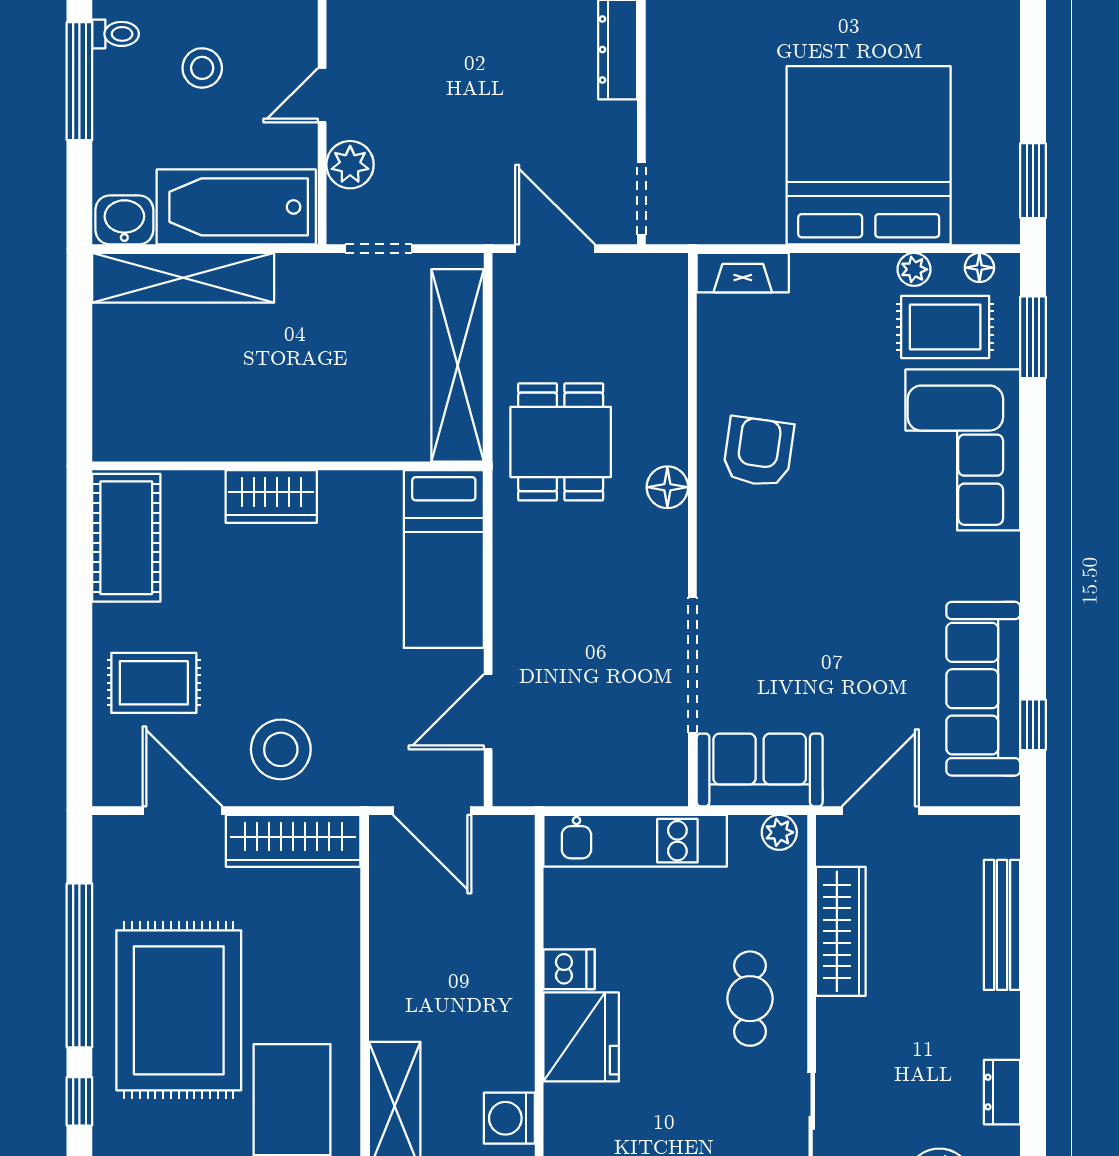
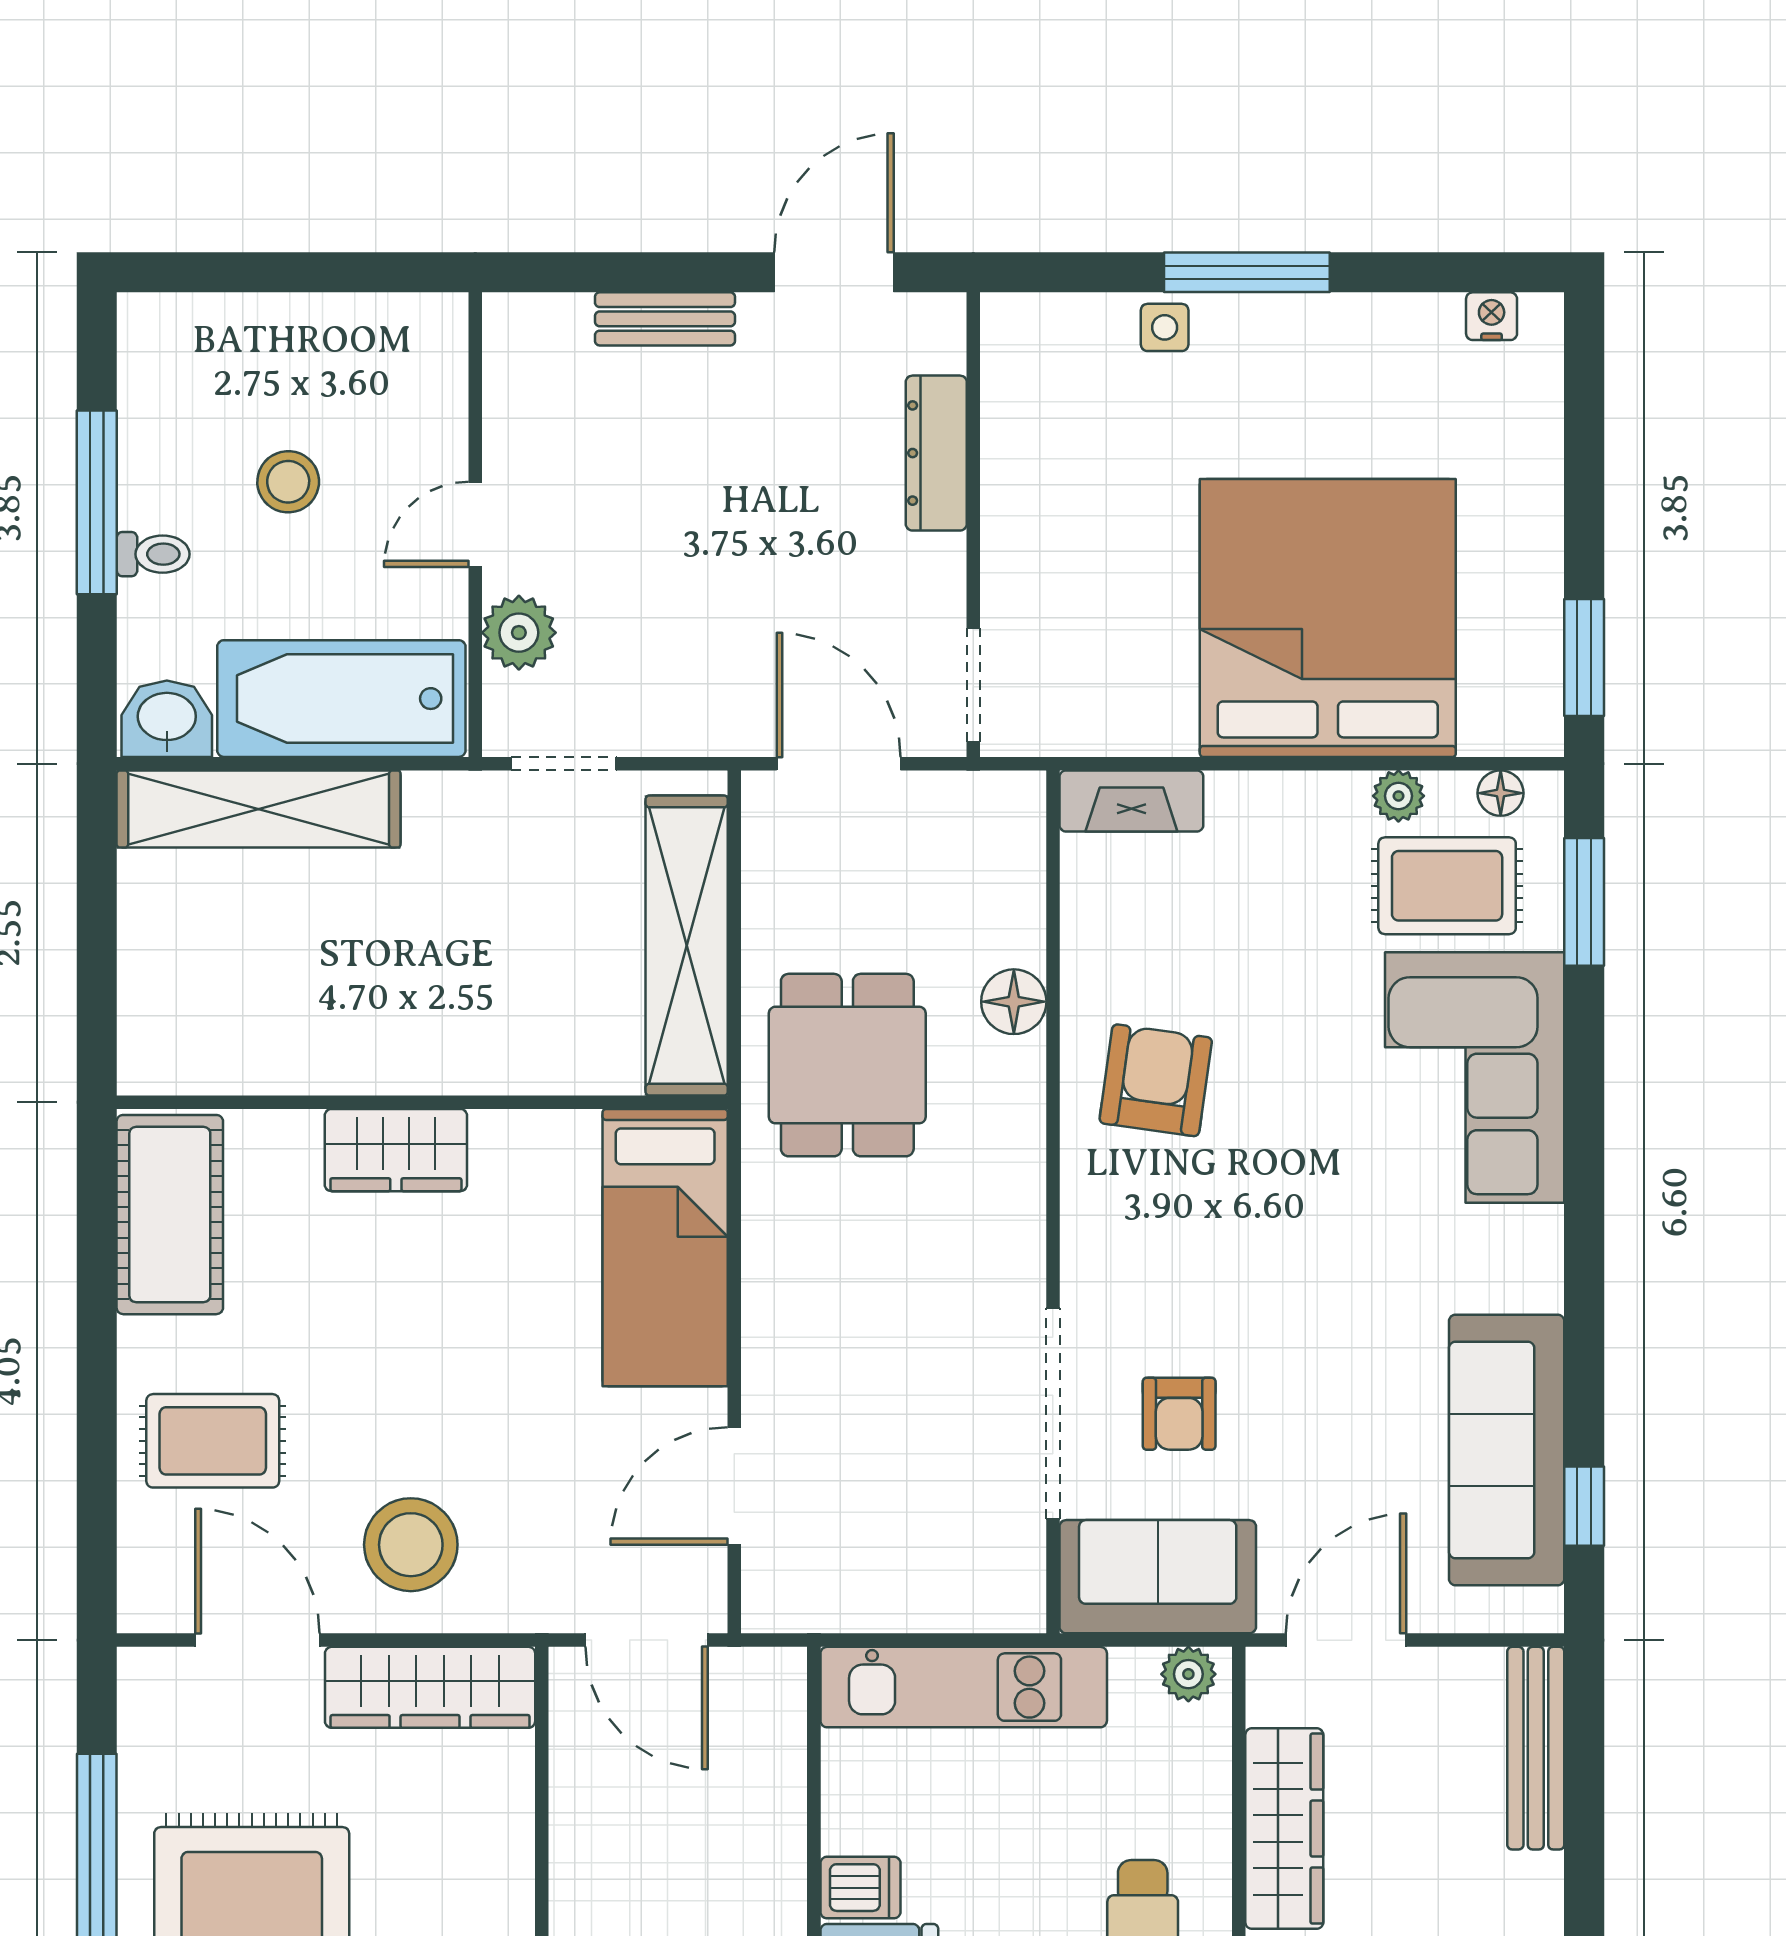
toilet: (116, 34) -> (153, 554), moved
floor lamp: (667, 487) -> (1014, 1002), moved
armchair: (773, 665) -> (1179, 1414), added
bench: (1002, 925) -> (1536, 1748), moved

